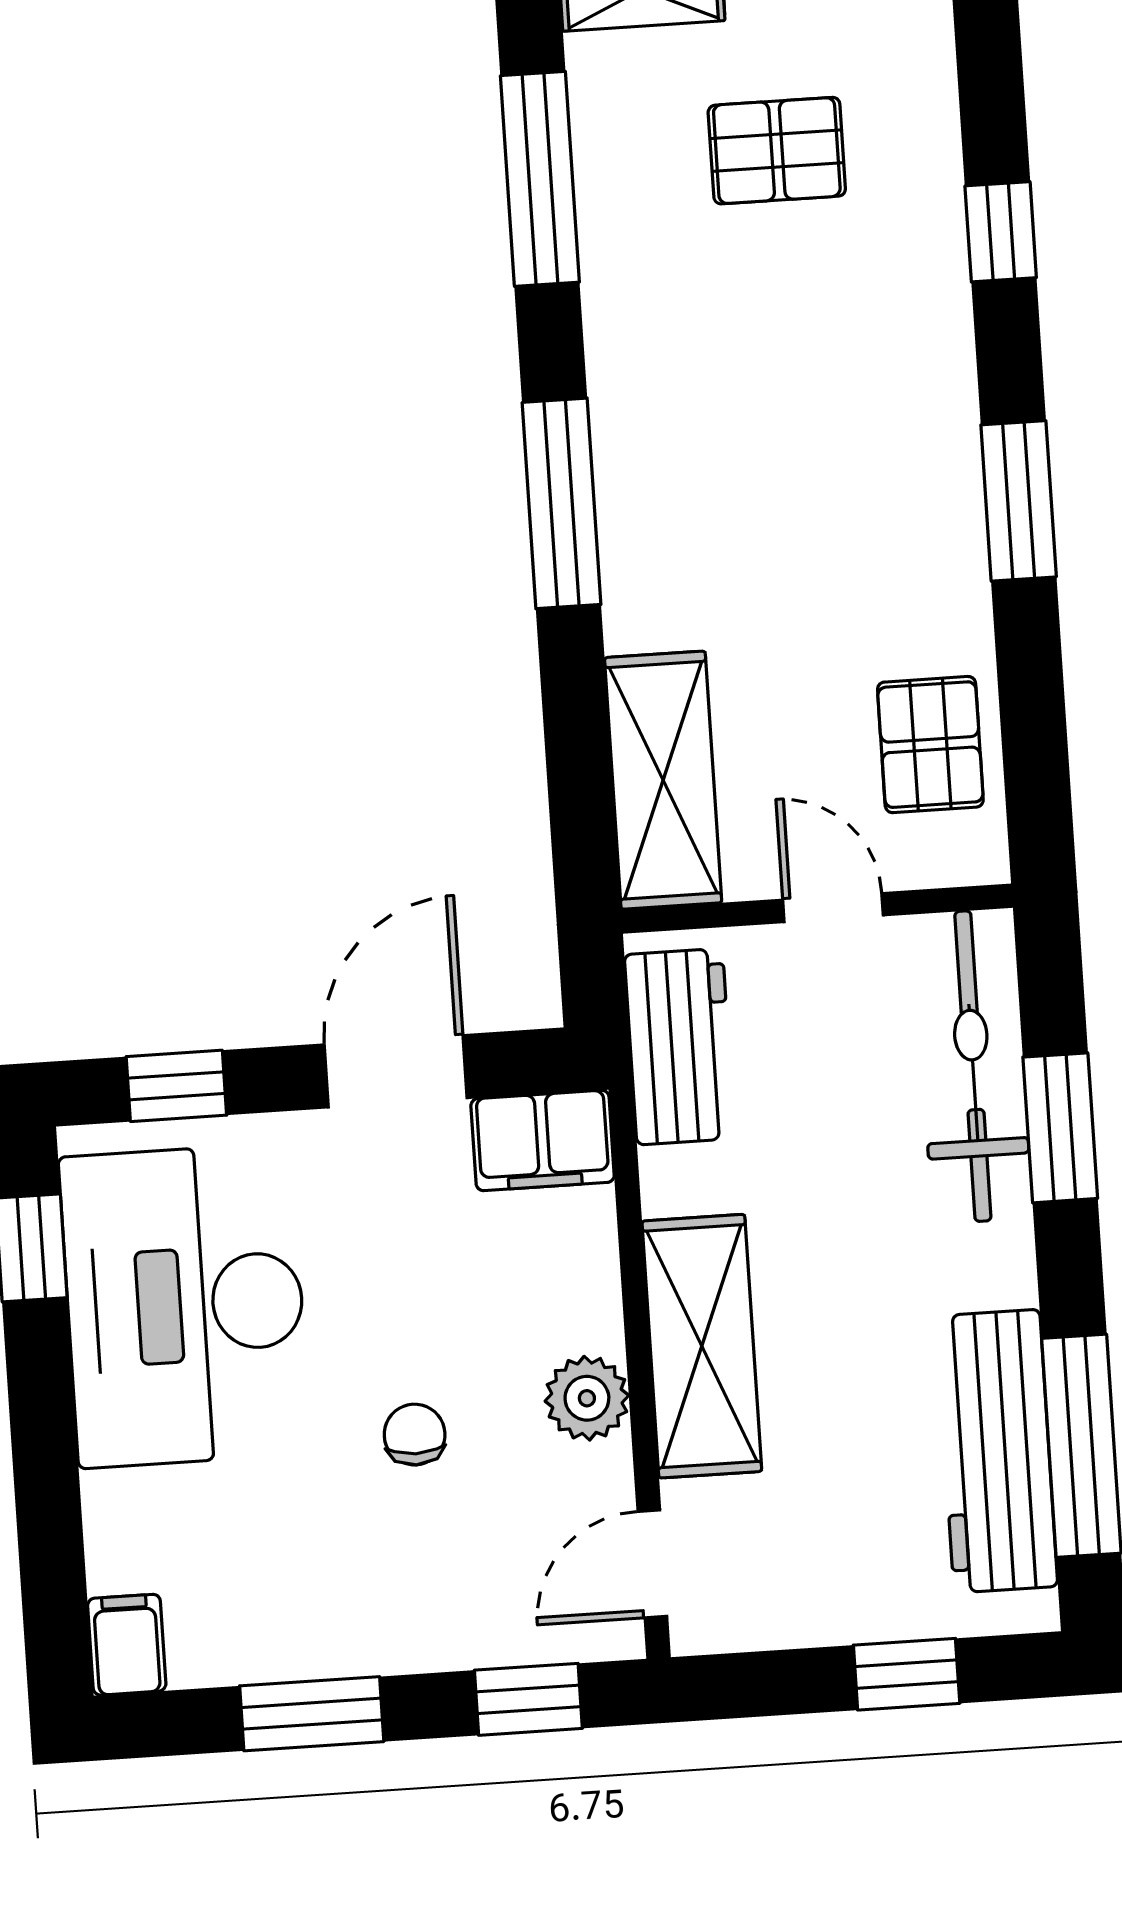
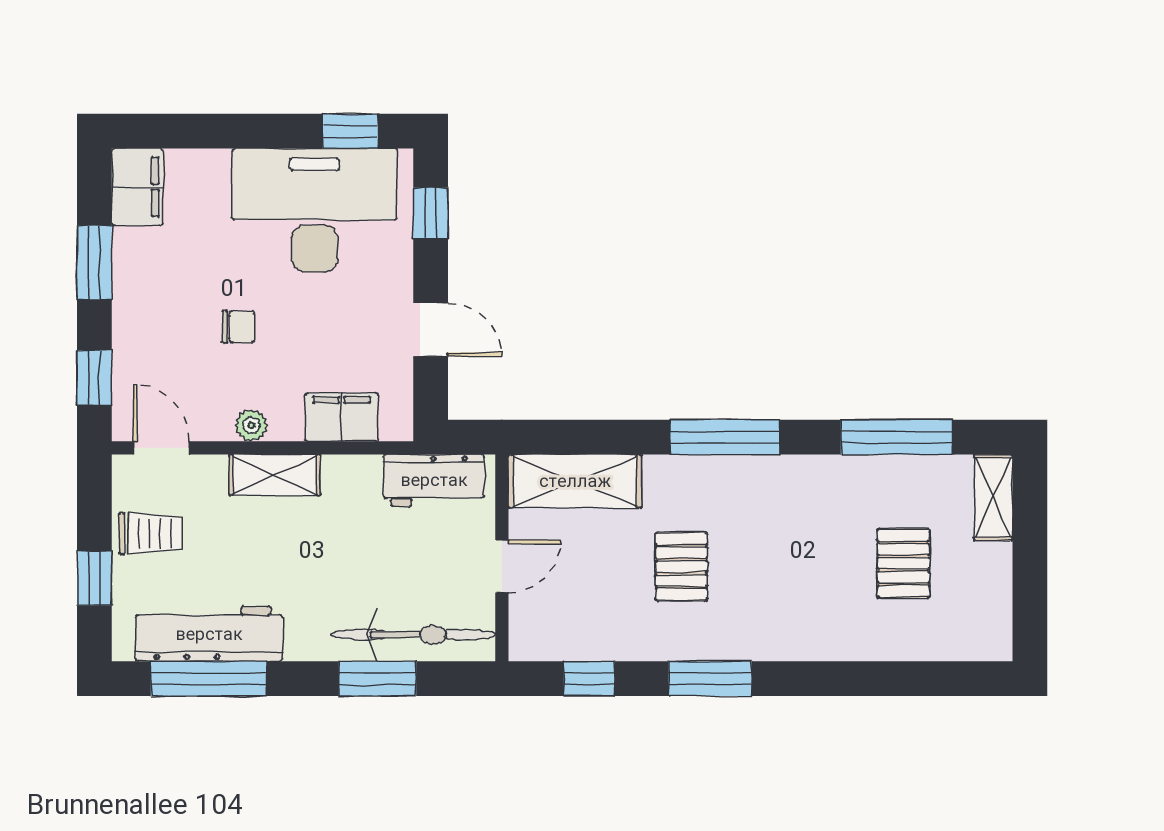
window: (1001, 232) -> (589, 679), moved
pallet: (930, 745) -> (681, 566), moved, turned 90
door: (396, 1071) -> (431, 330), width x0.73
filing cabinet: (543, 1140) -> (342, 417), moved, turned 90
shelving: (702, 1346) -> (275, 475), width x0.67, depth x0.75
plant: (587, 1398) -> (251, 425), width x0.73, depth x0.73
trolley: (815, 1574) -> (151, 534), added
filing cabinet: (127, 1645) -> (137, 187), width x2.00

